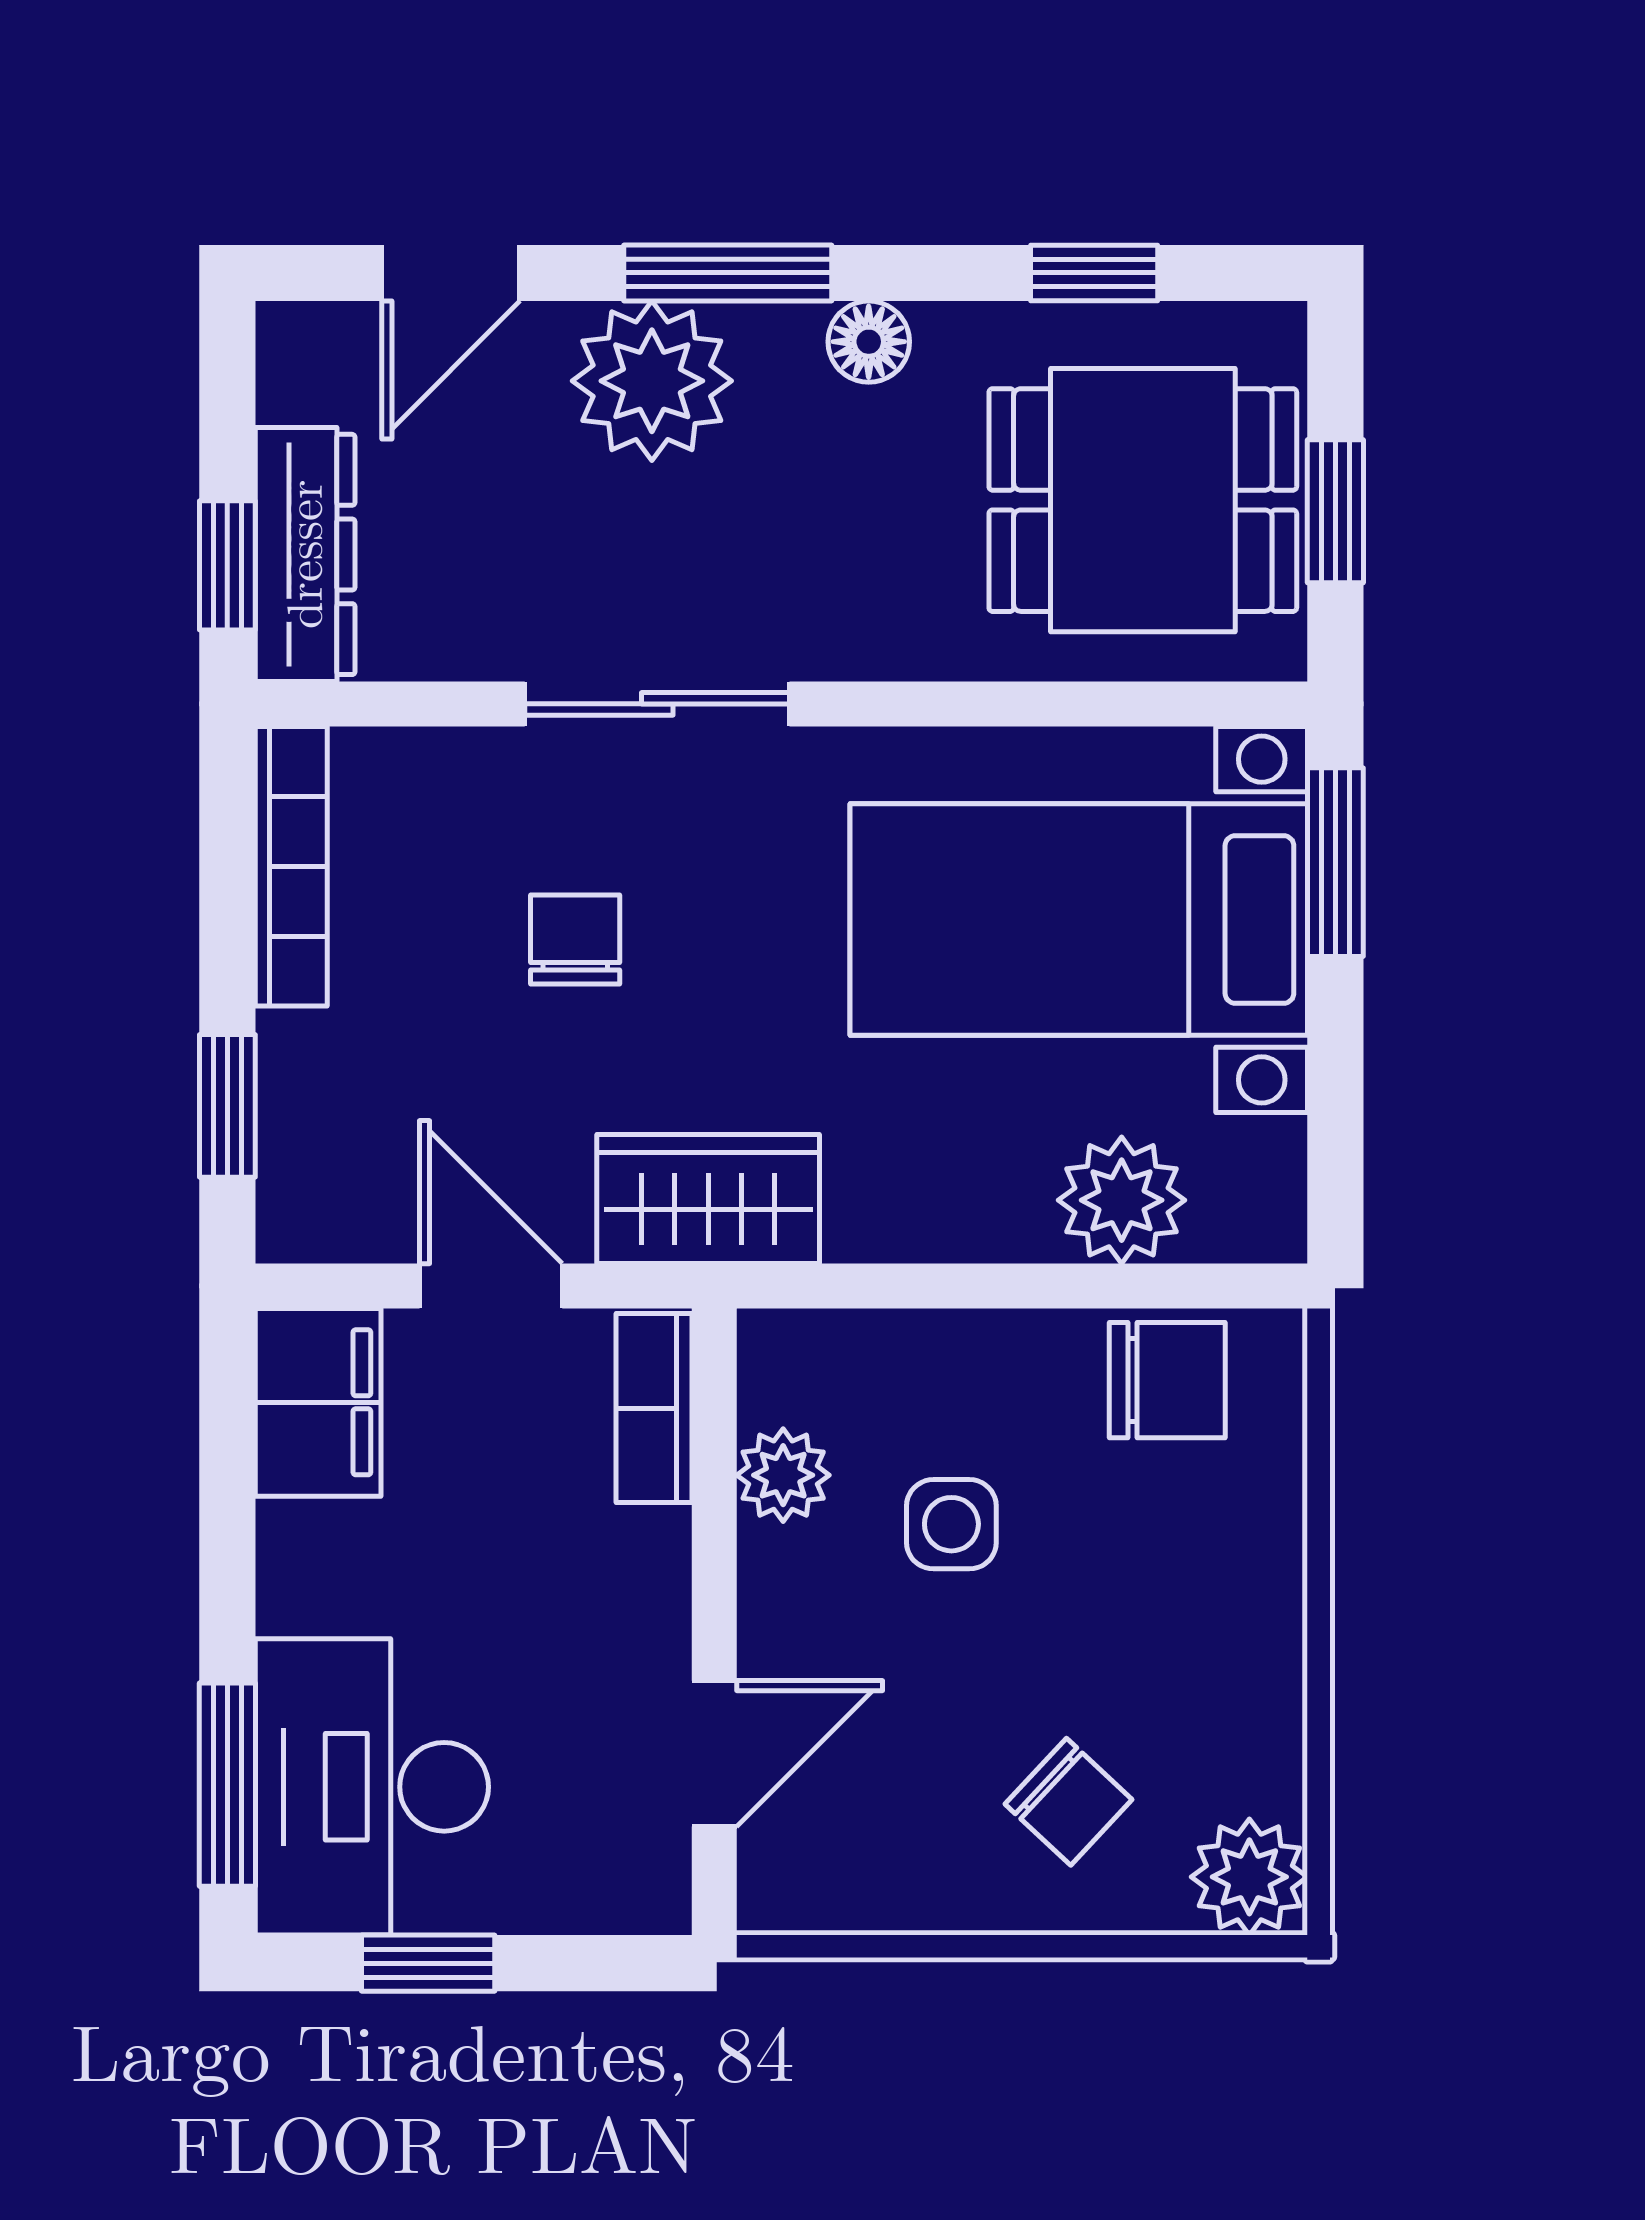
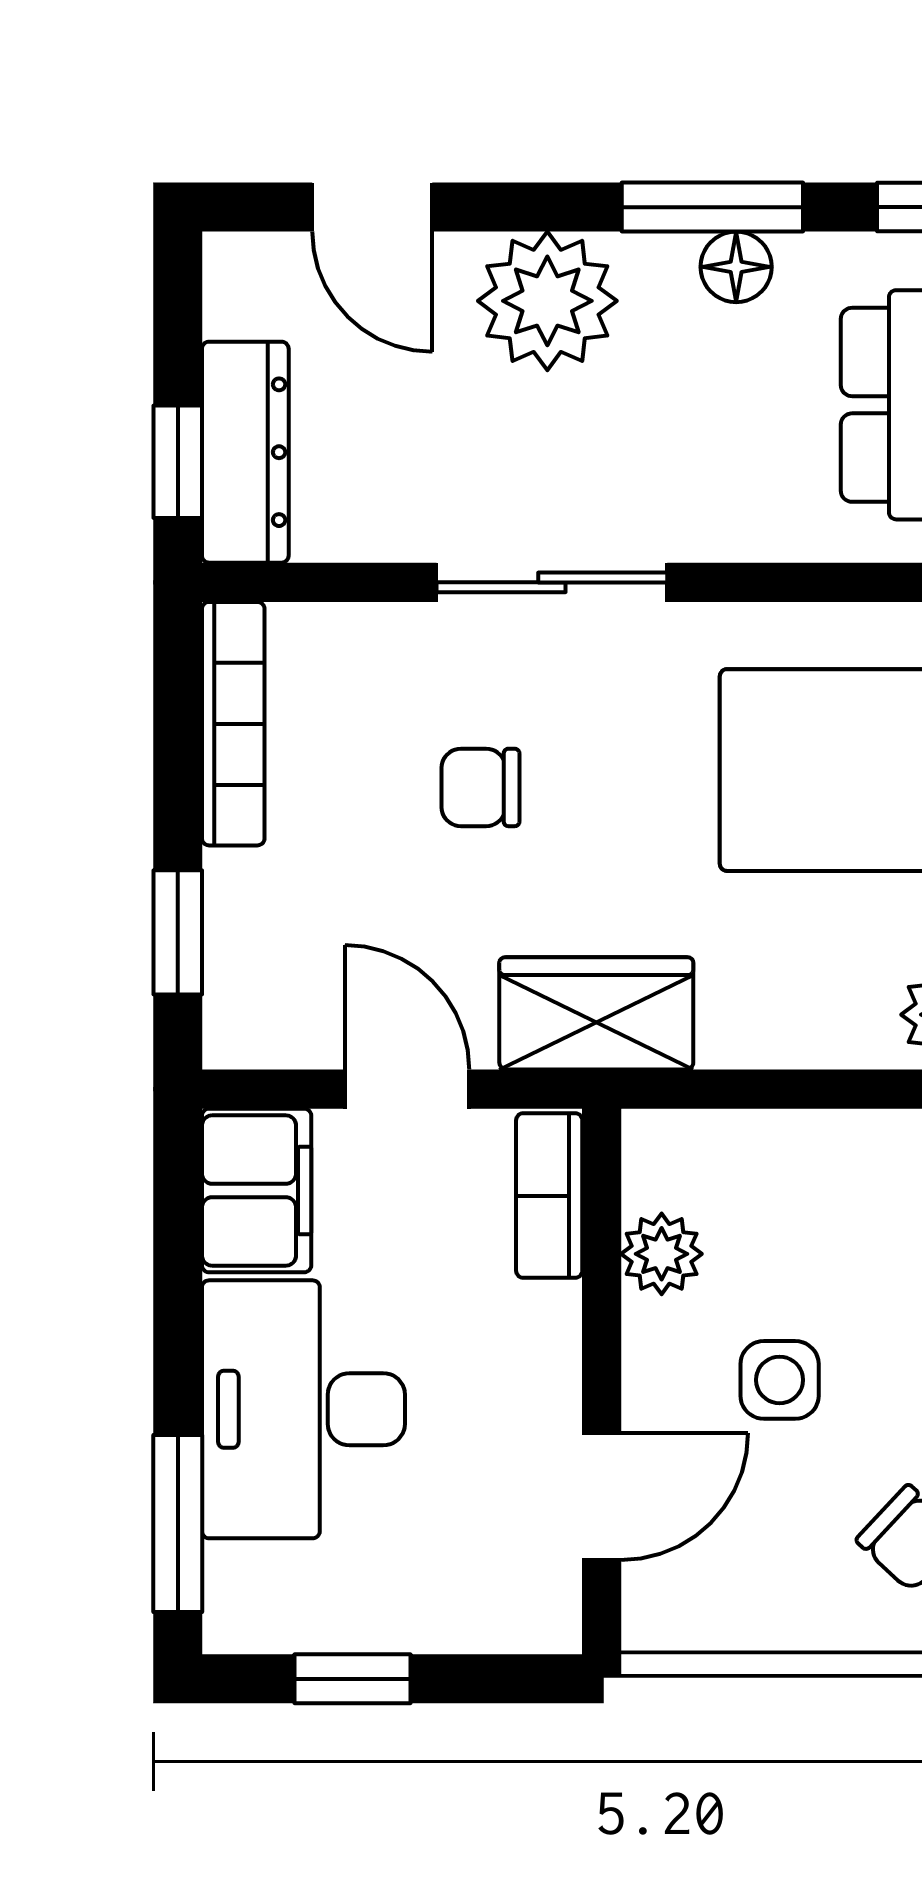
door: (451, 273) -> (372, 207), hinge flipped
window: (728, 273) -> (712, 207), moved
chair: (575, 940) -> (480, 787), turned -90
side table: (951, 1524) -> (780, 1380), moved
desk: (372, 1787) -> (303, 1409), moved

